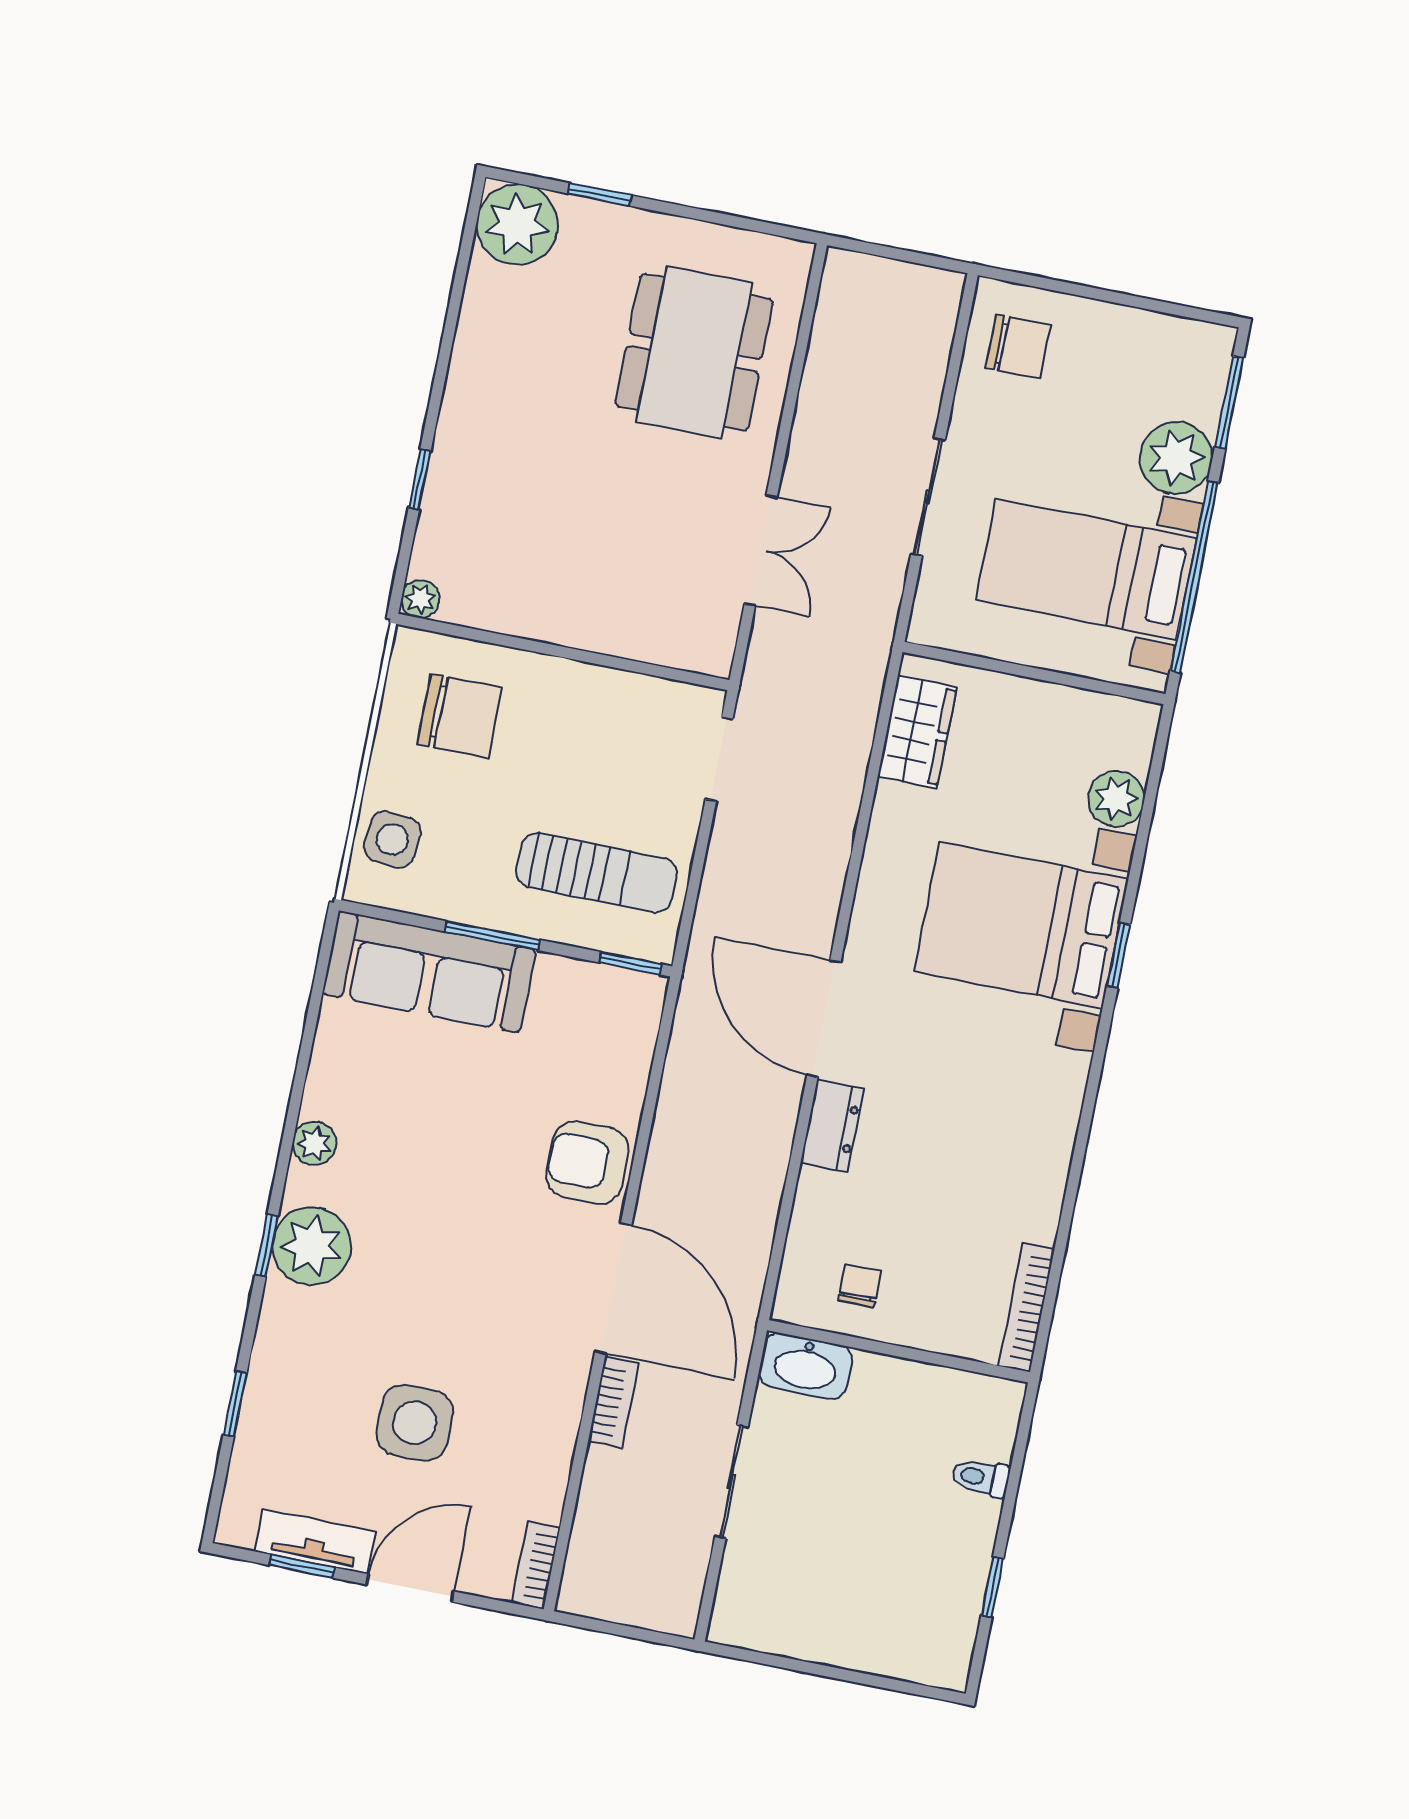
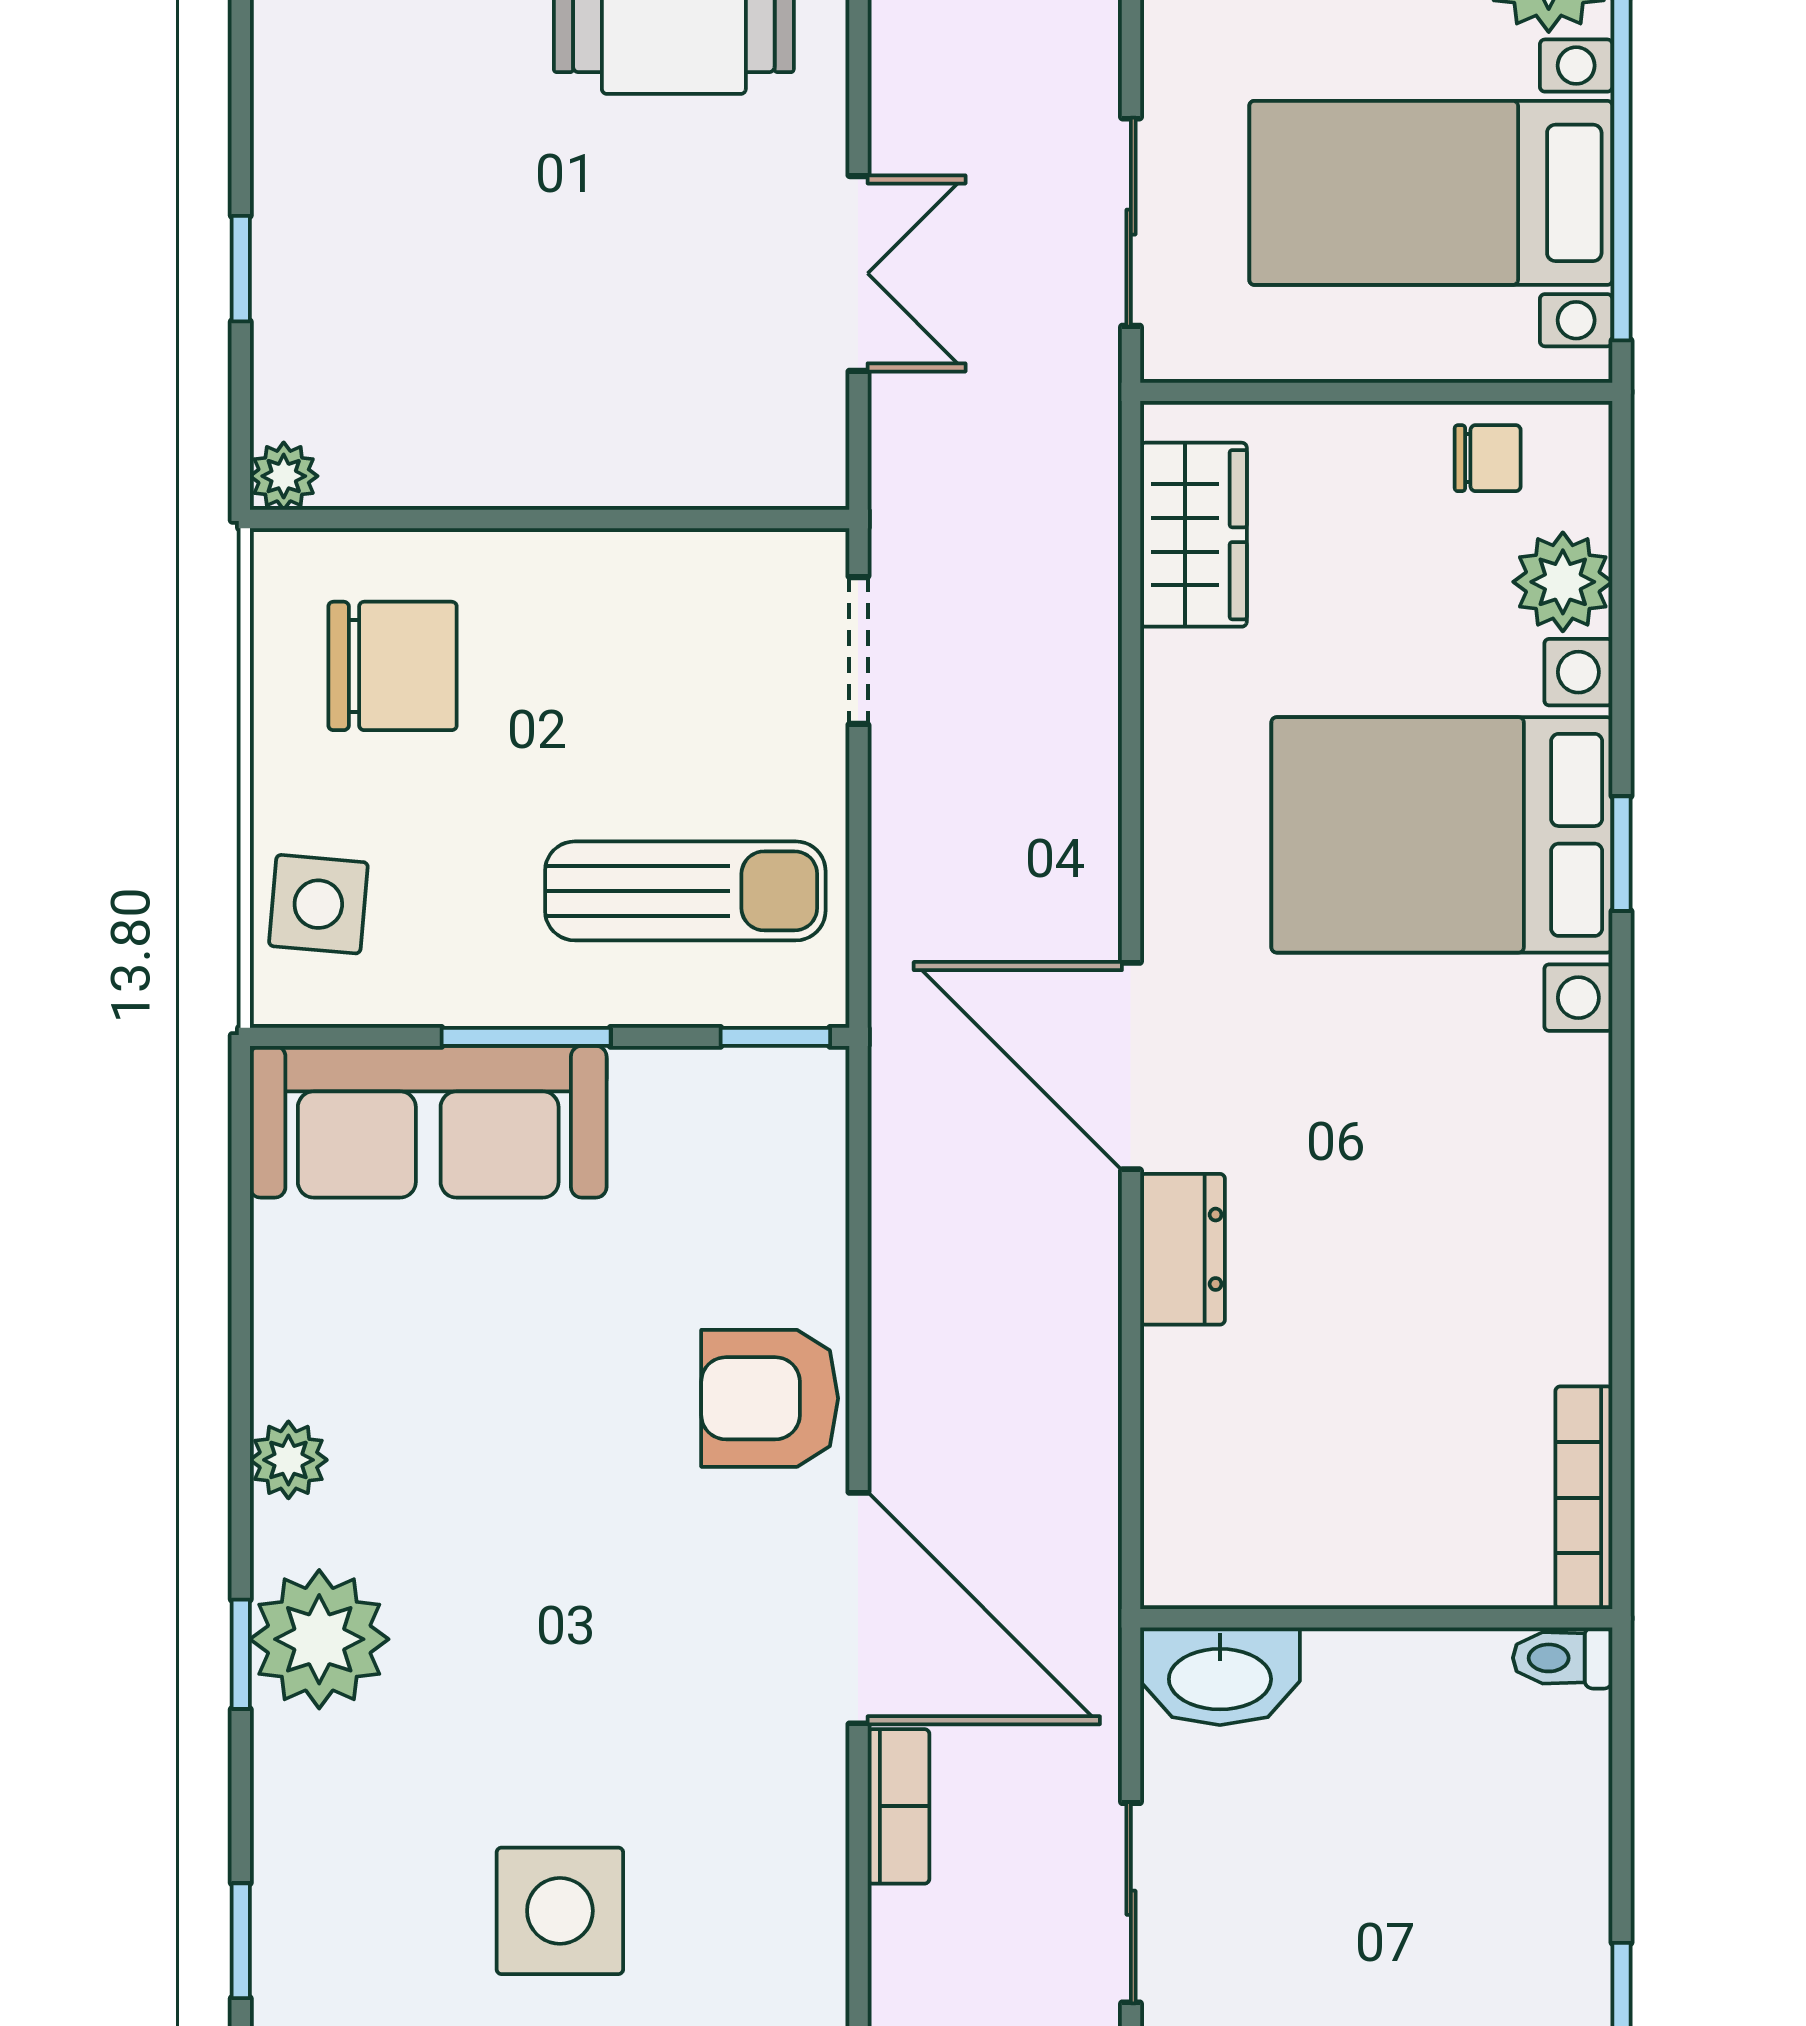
sliding door: (928, 497) -> (1131, 222), moved
chair: (860, 1286) -> (1488, 458), moved, turned 90
toilet: (980, 1477) -> (1563, 1658), moved

